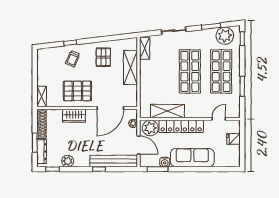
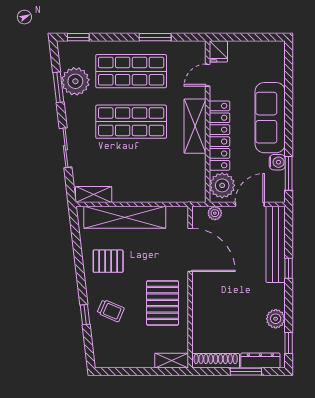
plant: (225, 36) -> (75, 81), moved
shelving: (130, 68) -> (125, 217), width x1.47
shelving: (167, 111) -> (195, 126), moved
wardrobe: (74, 116) -> (202, 308), removed
door: (219, 119) -> (208, 75), hinge flipped
fridge: (233, 139) -> (218, 51), moved

